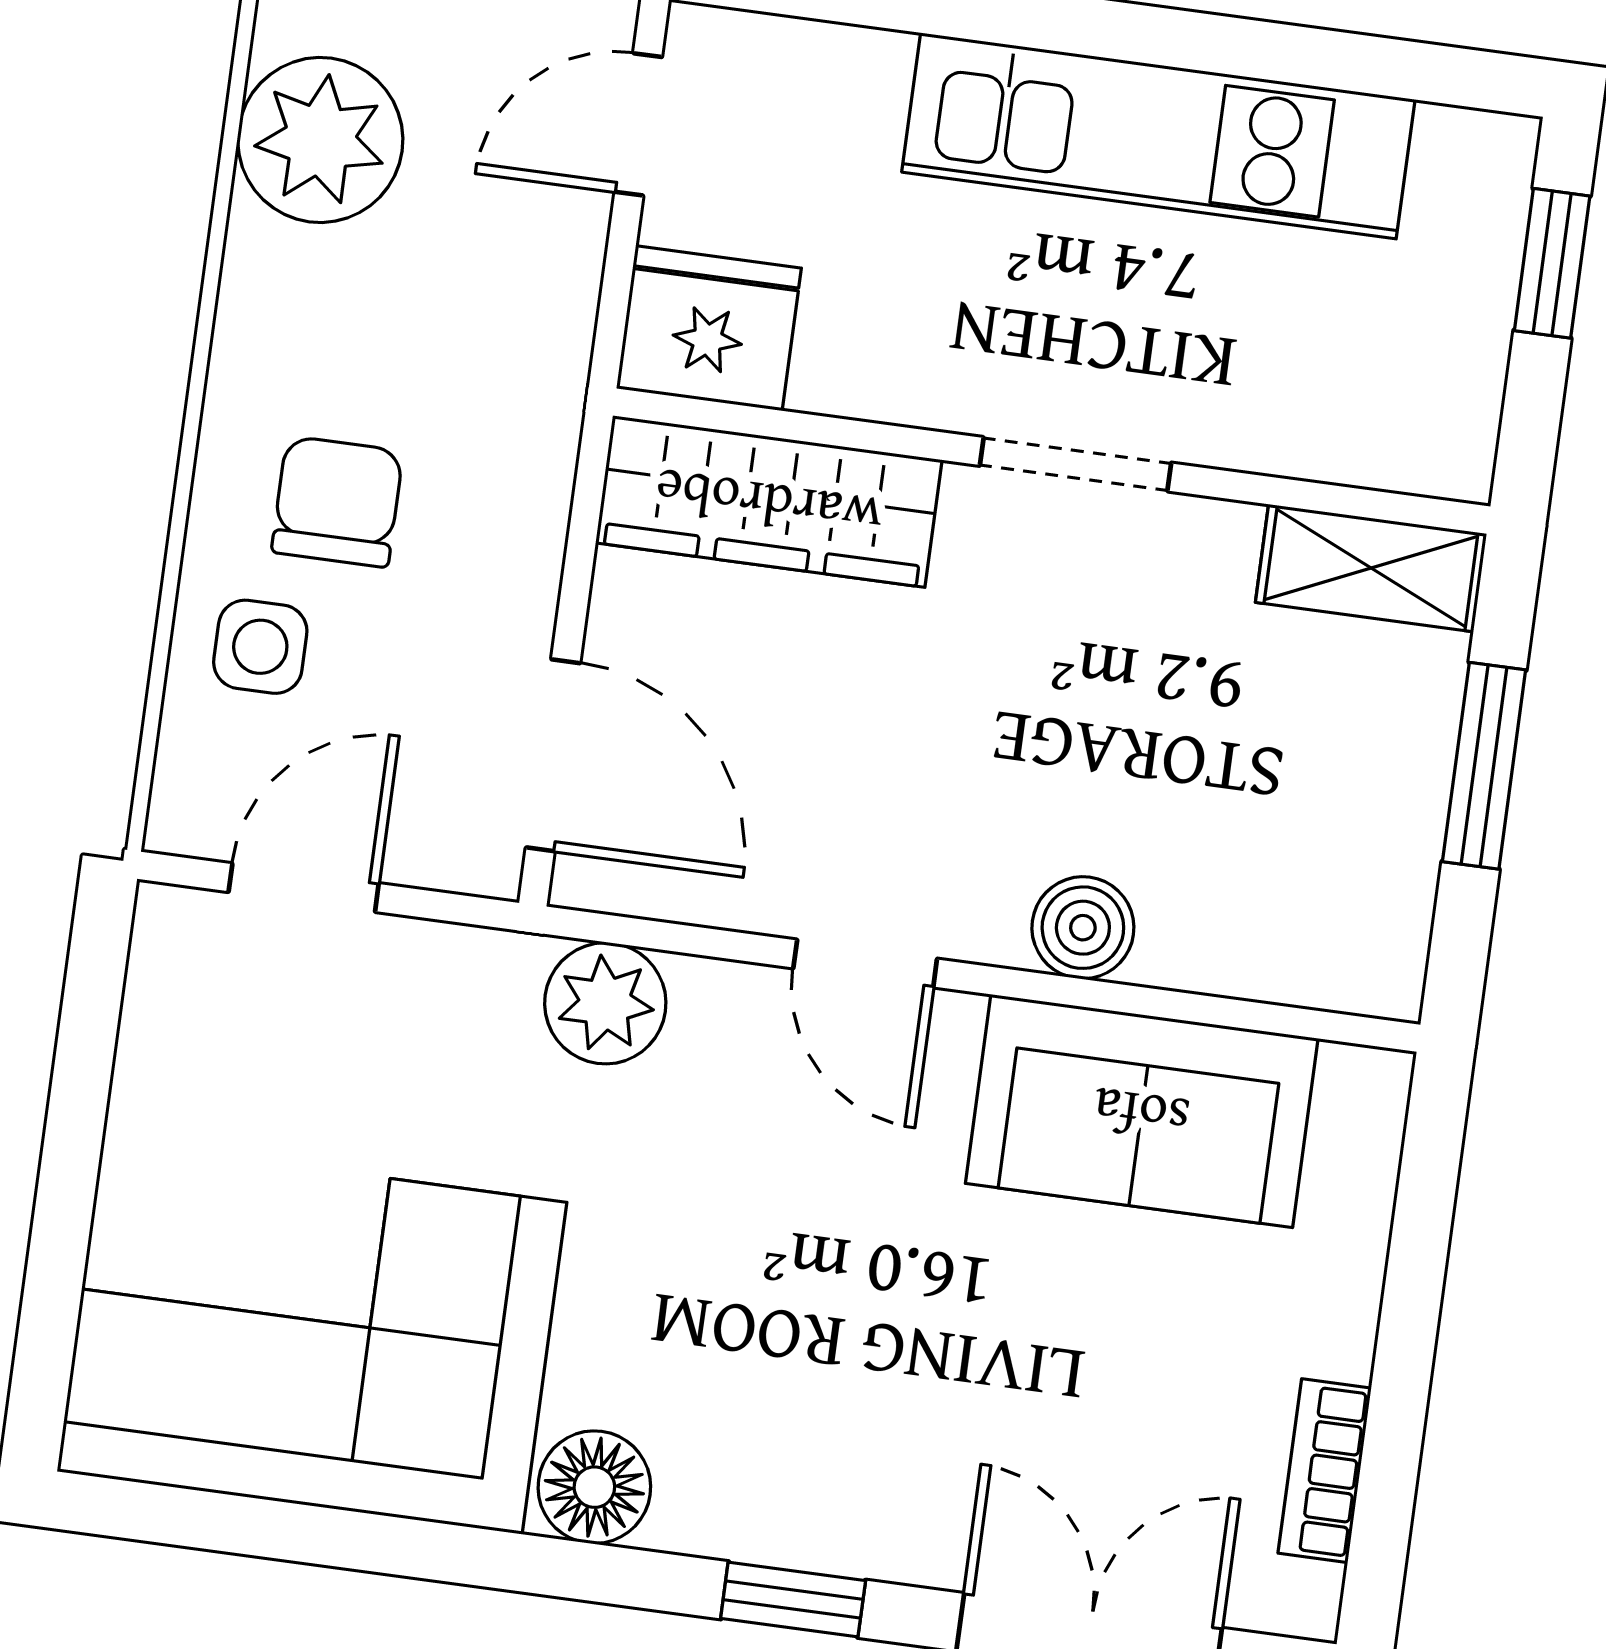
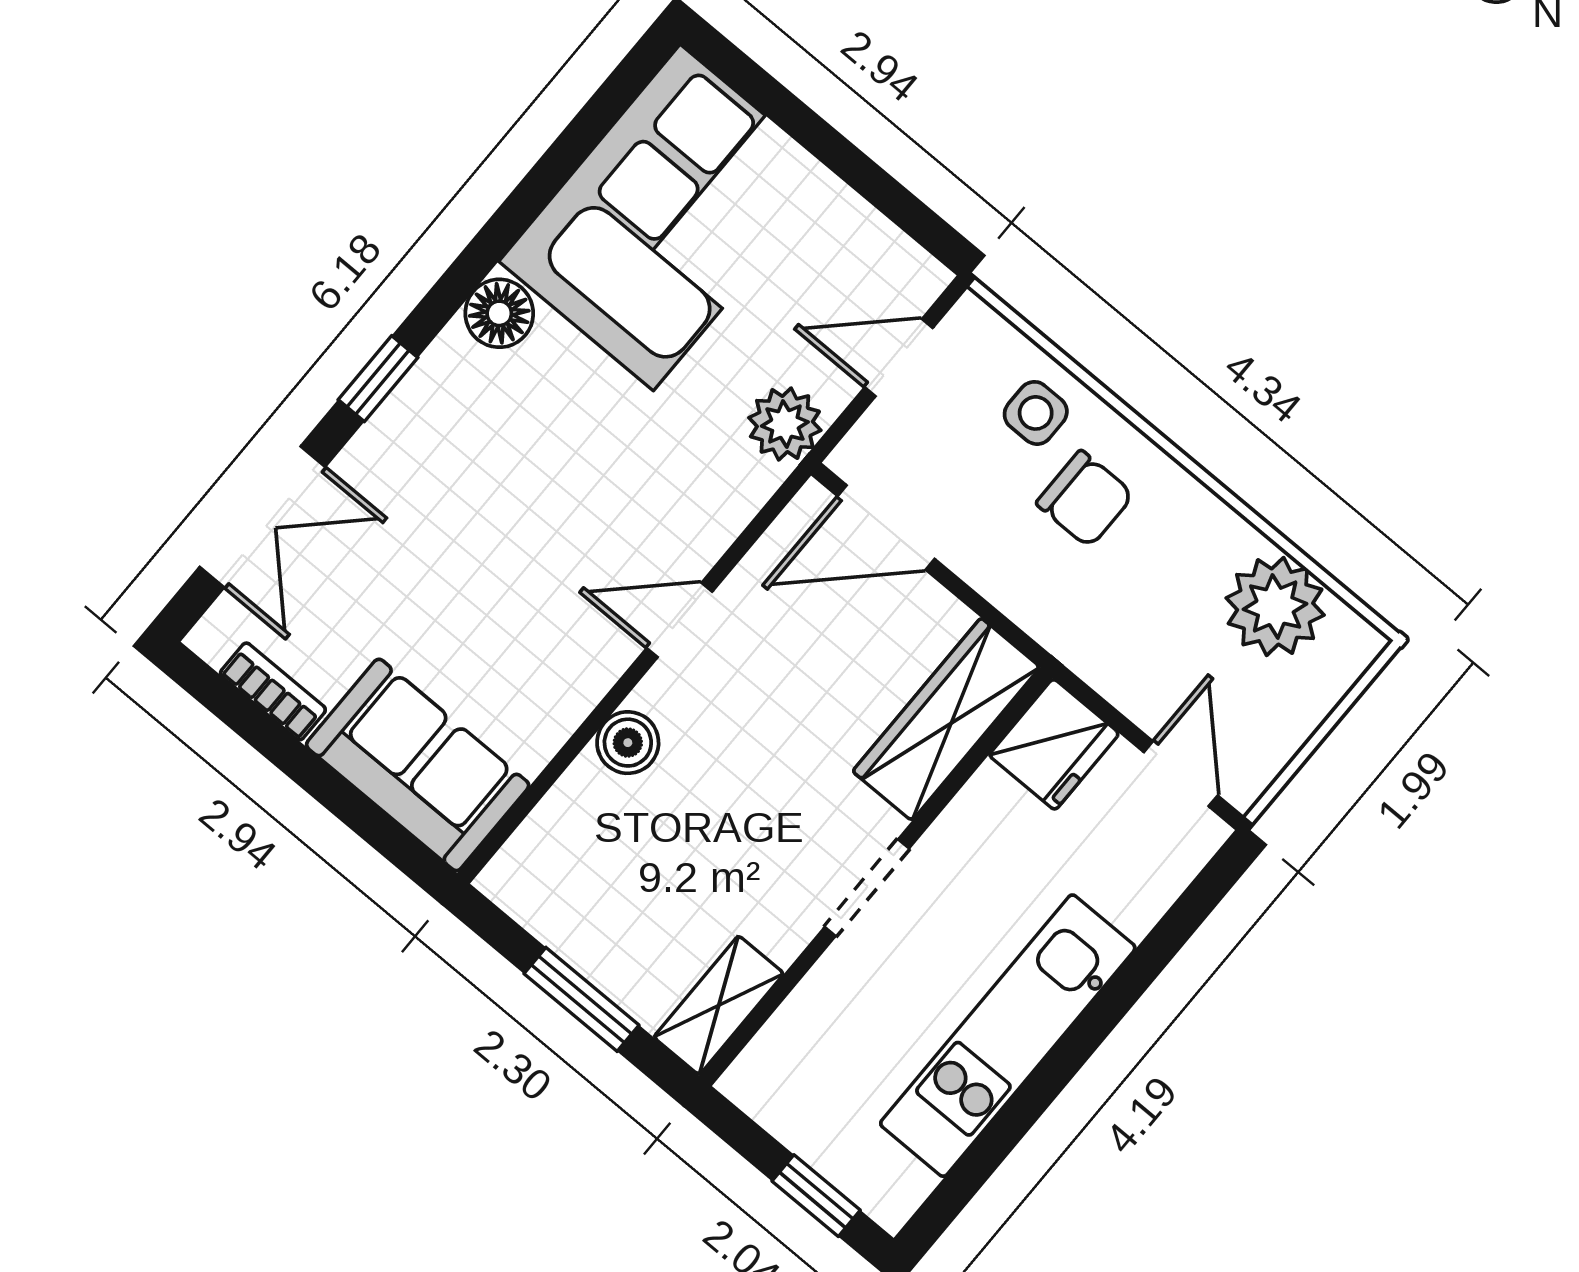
door: (304, 888) -> (899, 358), swing flipped
plant: (605, 1003) -> (785, 424), moved
sofa: (1142, 1111) -> (418, 765), moved, turned 90

